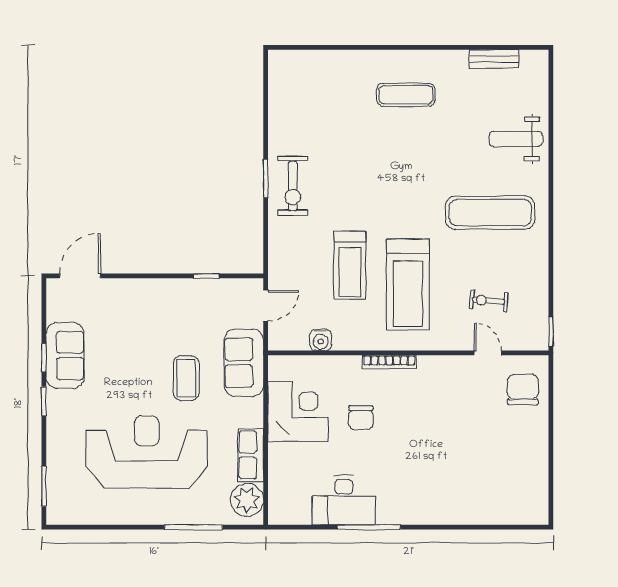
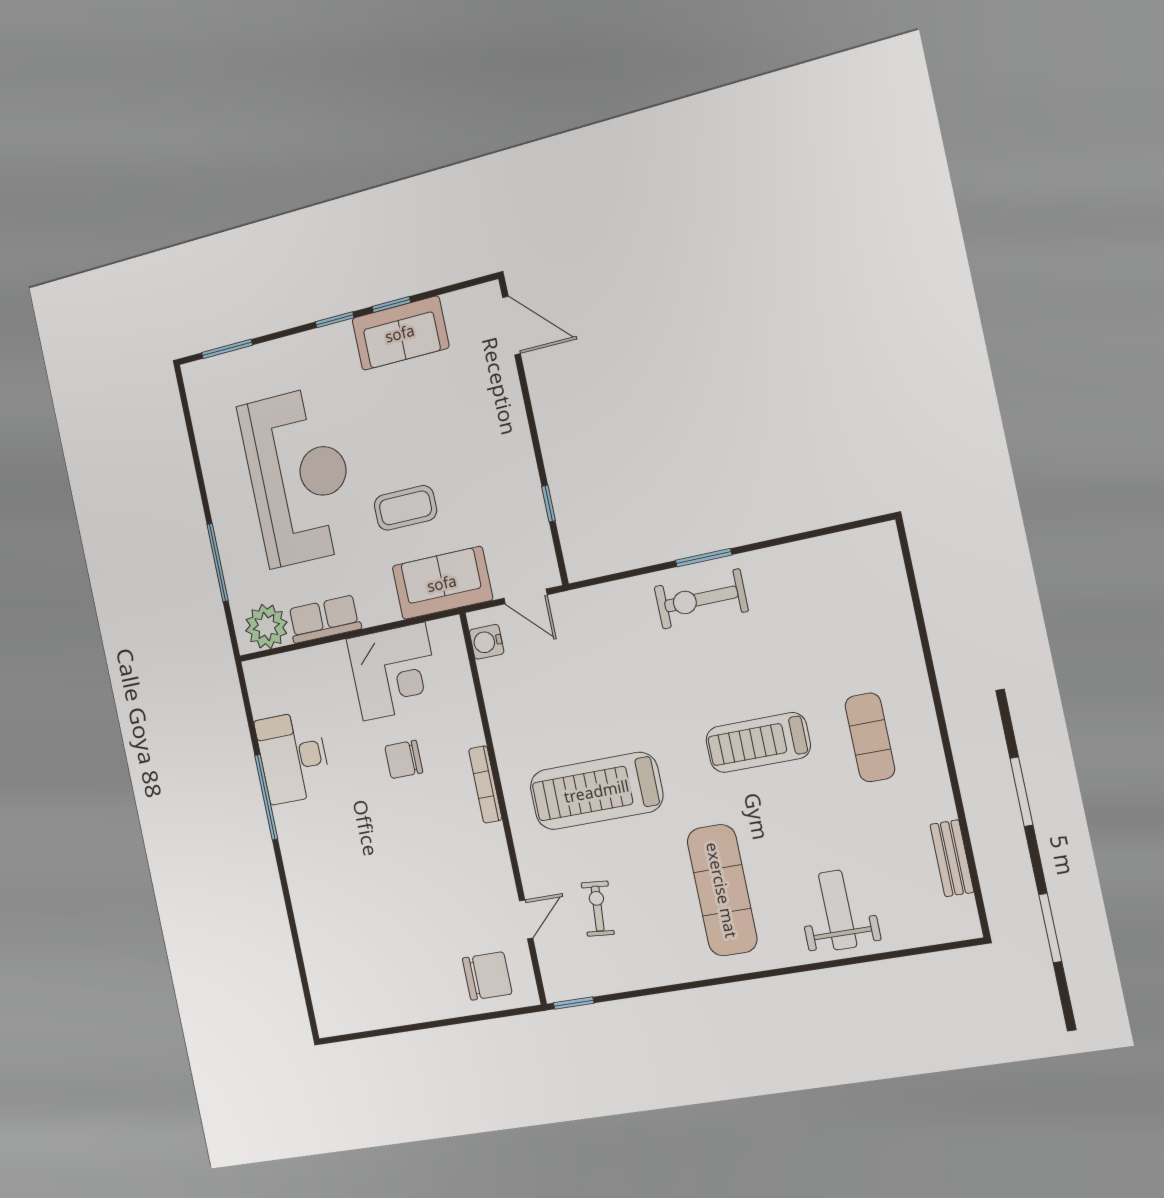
treadmill: (350, 265) -> (758, 743), moved
water cooler: (321, 340) -> (487, 642), moved

